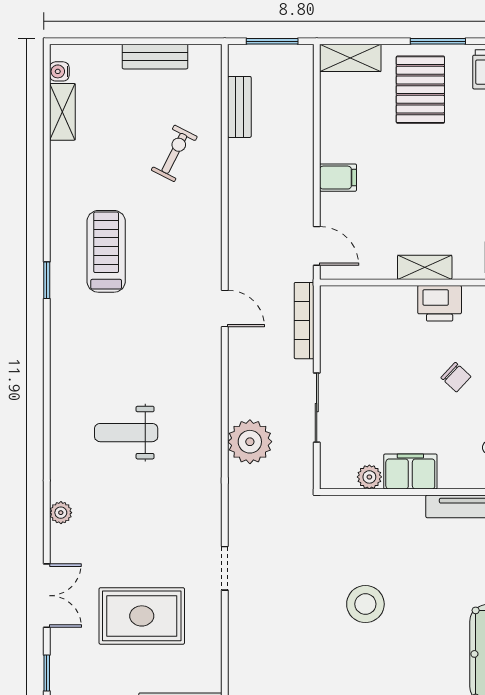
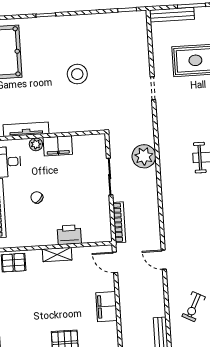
filing cabinet: (338, 178) -> (106, 307), width x2.00
printer: (440, 303) -> (69, 235), moved
door: (225, 309) -> (164, 260), moved
plant: (369, 477) -> (36, 144), moved

